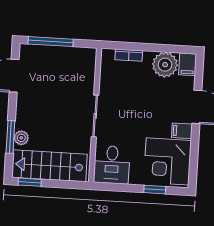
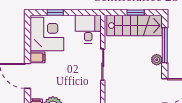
window: (10, 137) -> (165, 45), width x1.44
plant: (21, 138) -> (157, 60), moved
window: (30, 182) -> (136, 13), moved

